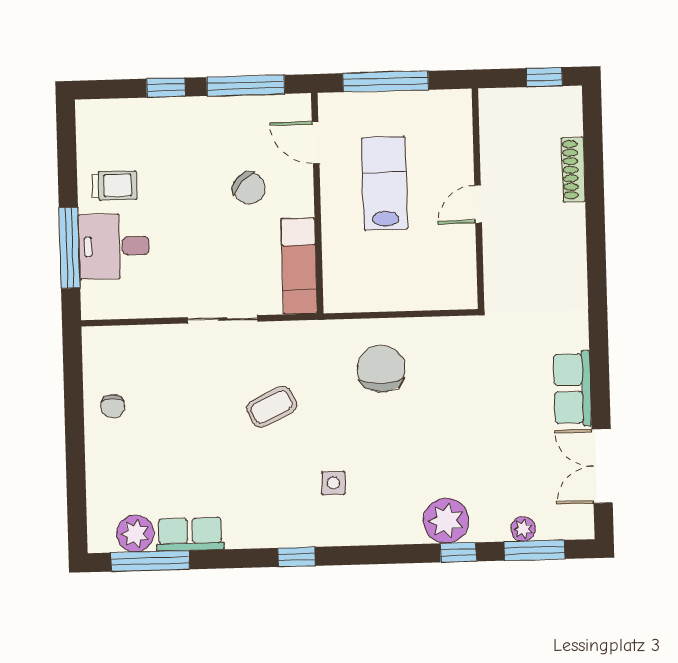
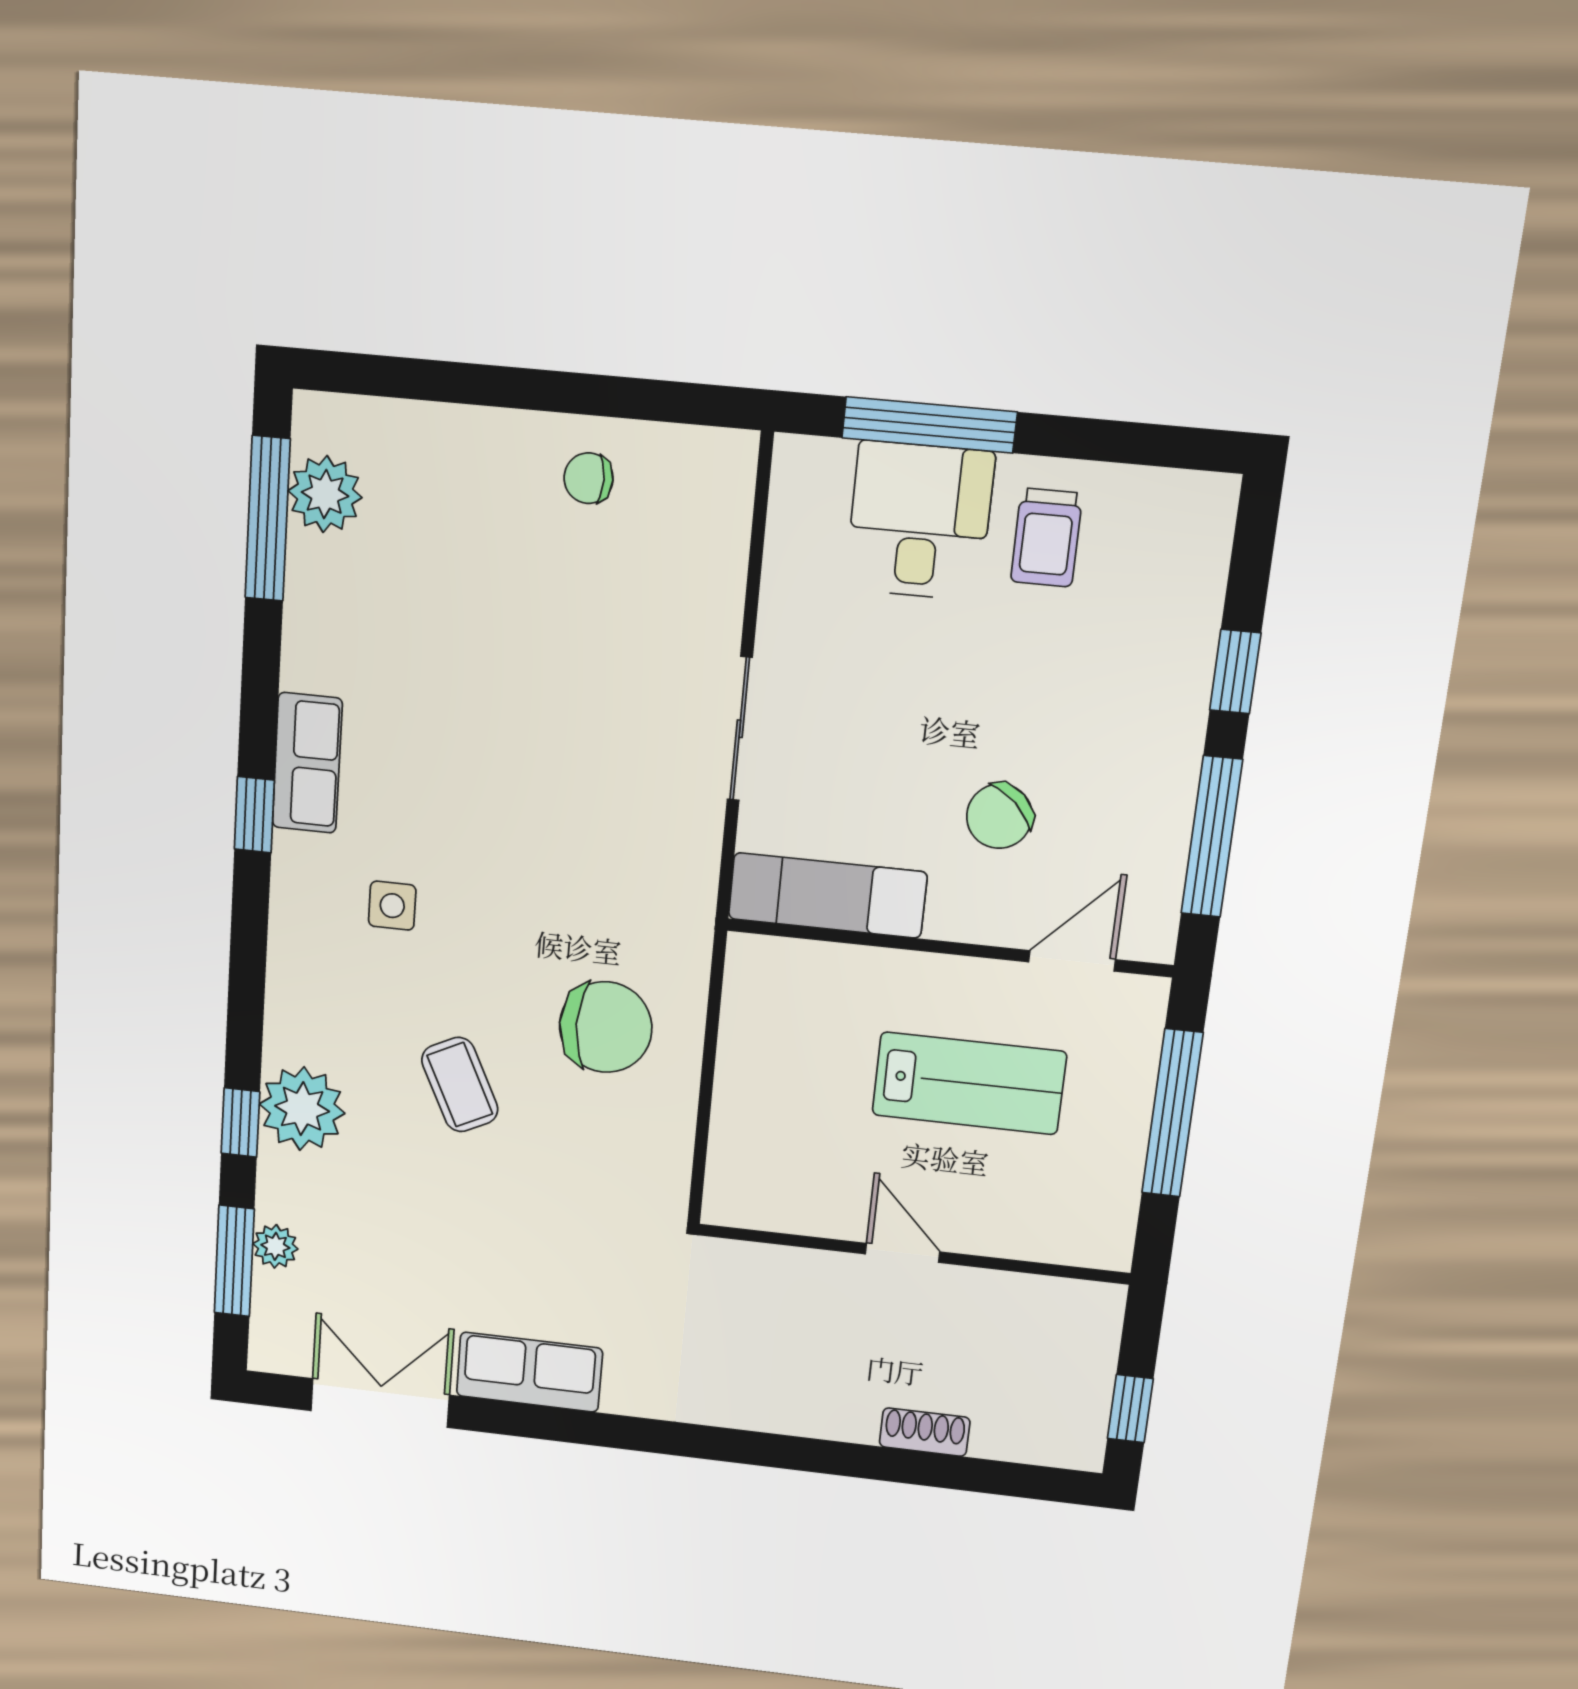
shoe rack: (573, 170) -> (925, 1432), width x0.70
coffee table: (272, 407) -> (460, 1085), moved
row of seats: (190, 534) -> (307, 763), moved

